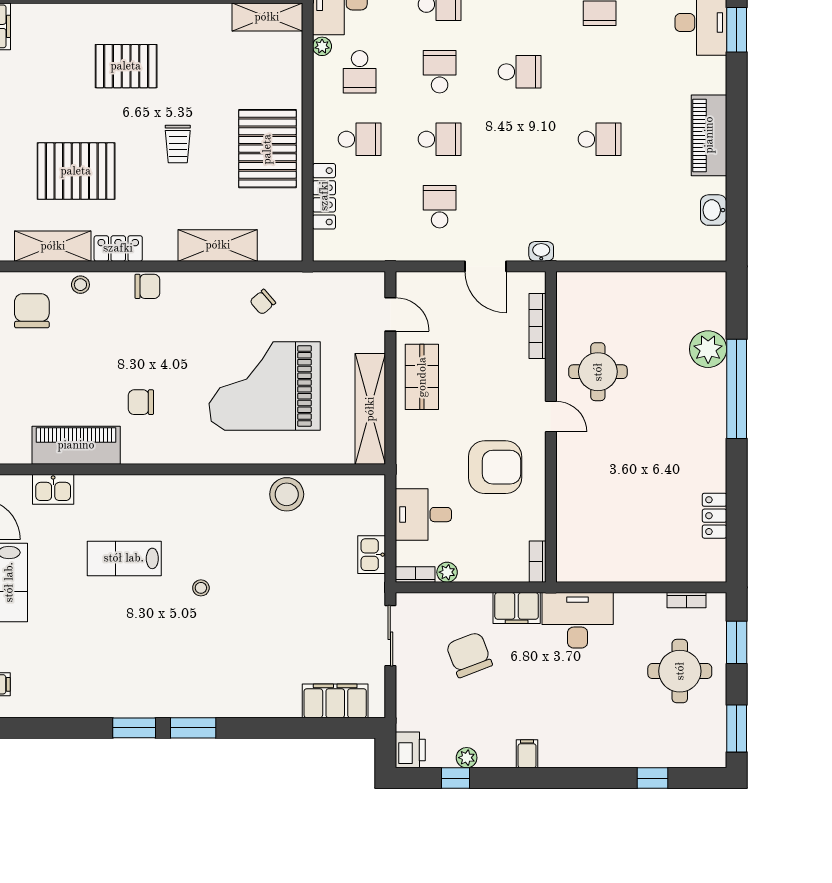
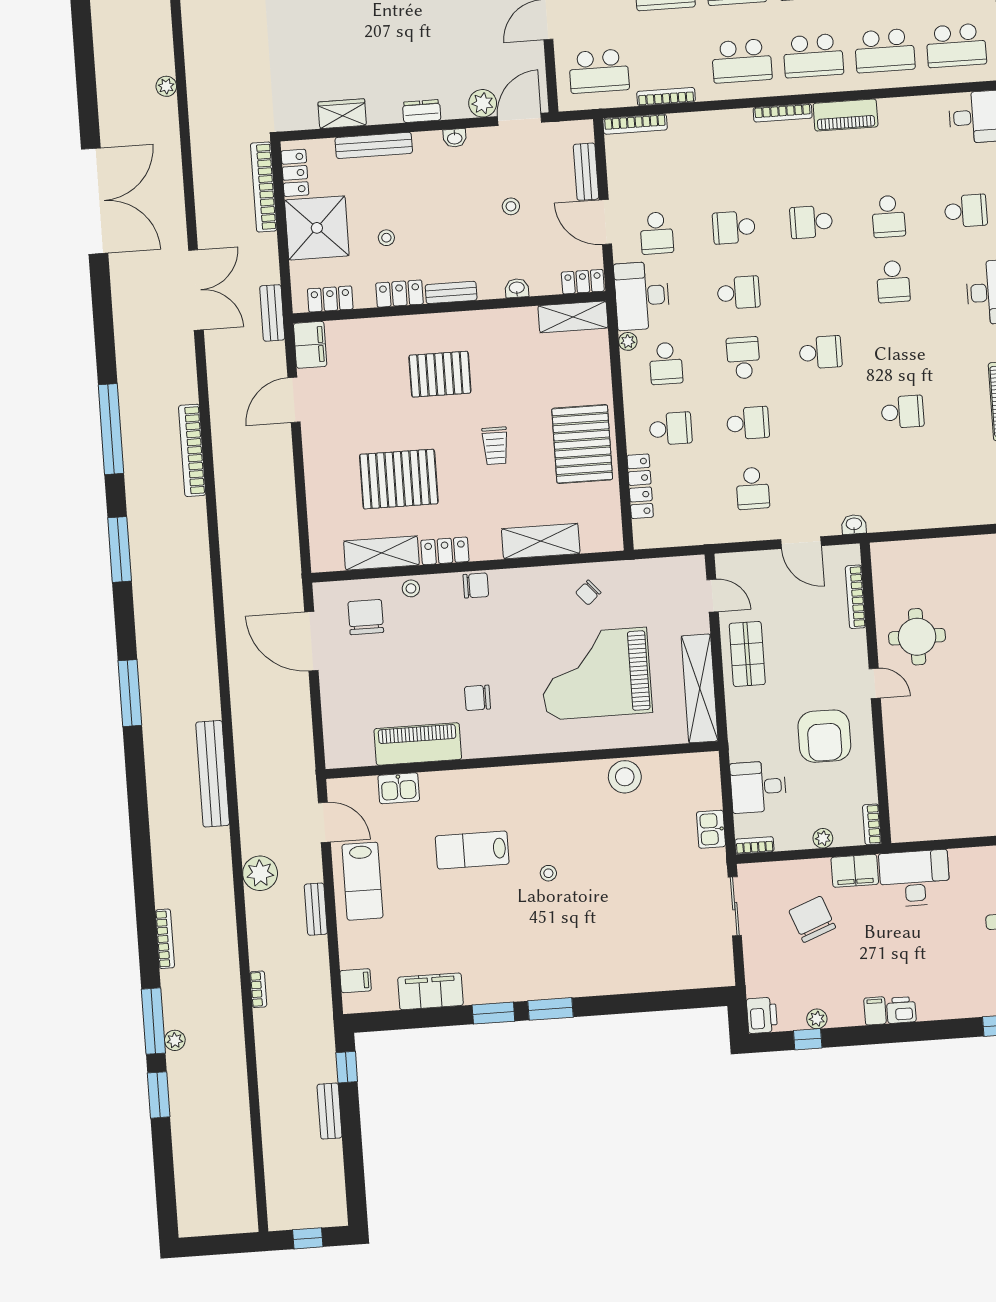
school desk: (440, 207) -> (753, 488), turned 180
armchair: (495, 467) -> (824, 736), turned 90
plant: (447, 572) -> (823, 838), moved
filing cabinet: (335, 701) -> (430, 991), moved
printer: (554, 755) -> (901, 1010), added

